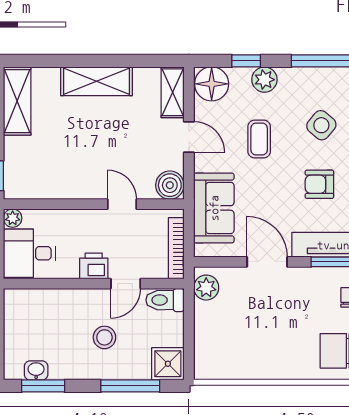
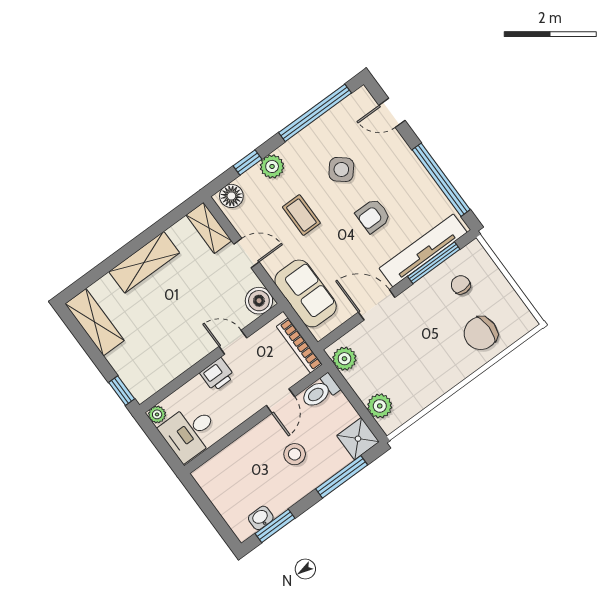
floor lamp: (212, 84) -> (231, 196), width x0.73, depth x0.73
printer: (94, 266) -> (217, 375), moved, turned 180
plant: (207, 350) -> (380, 406), added

